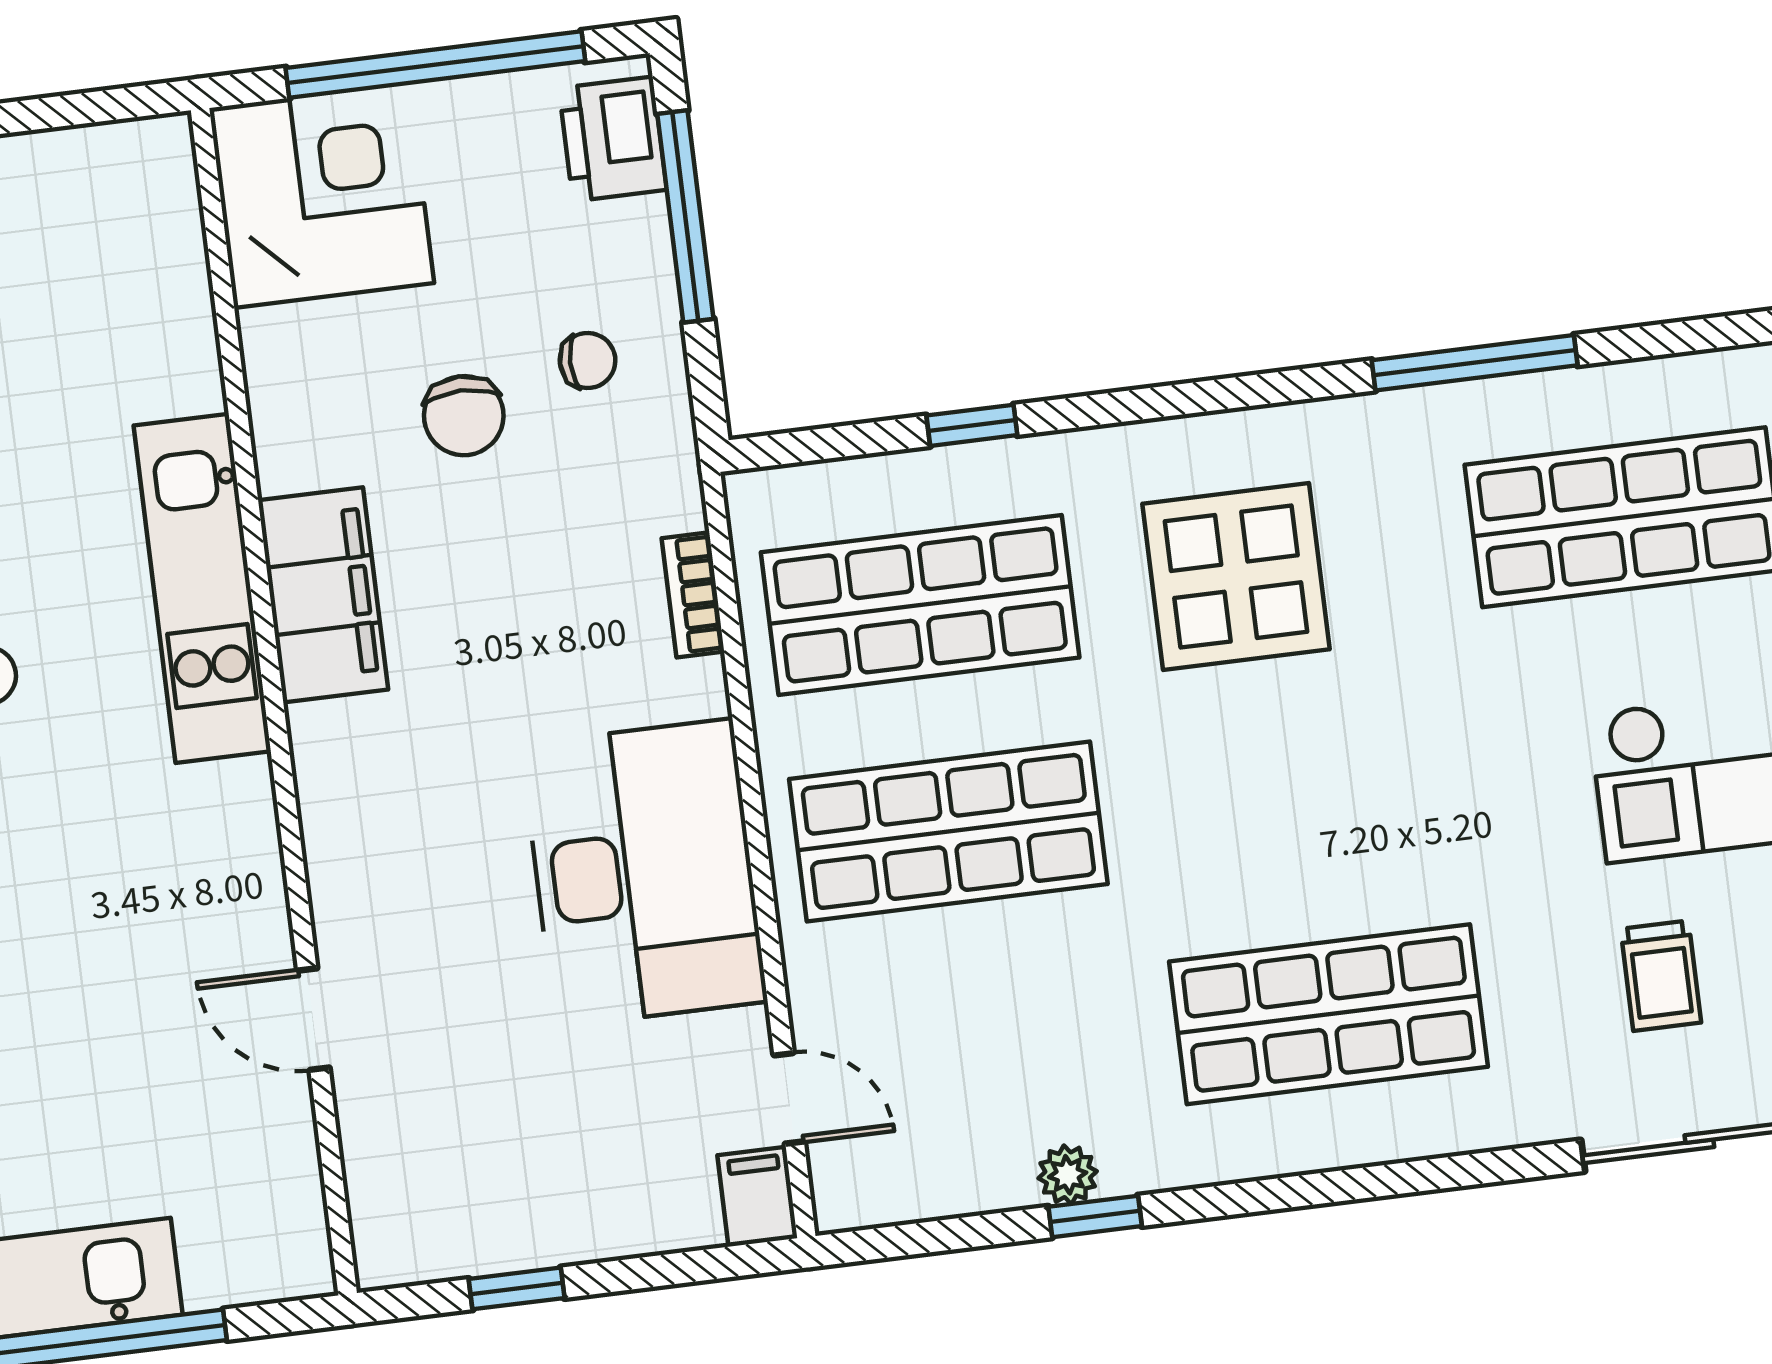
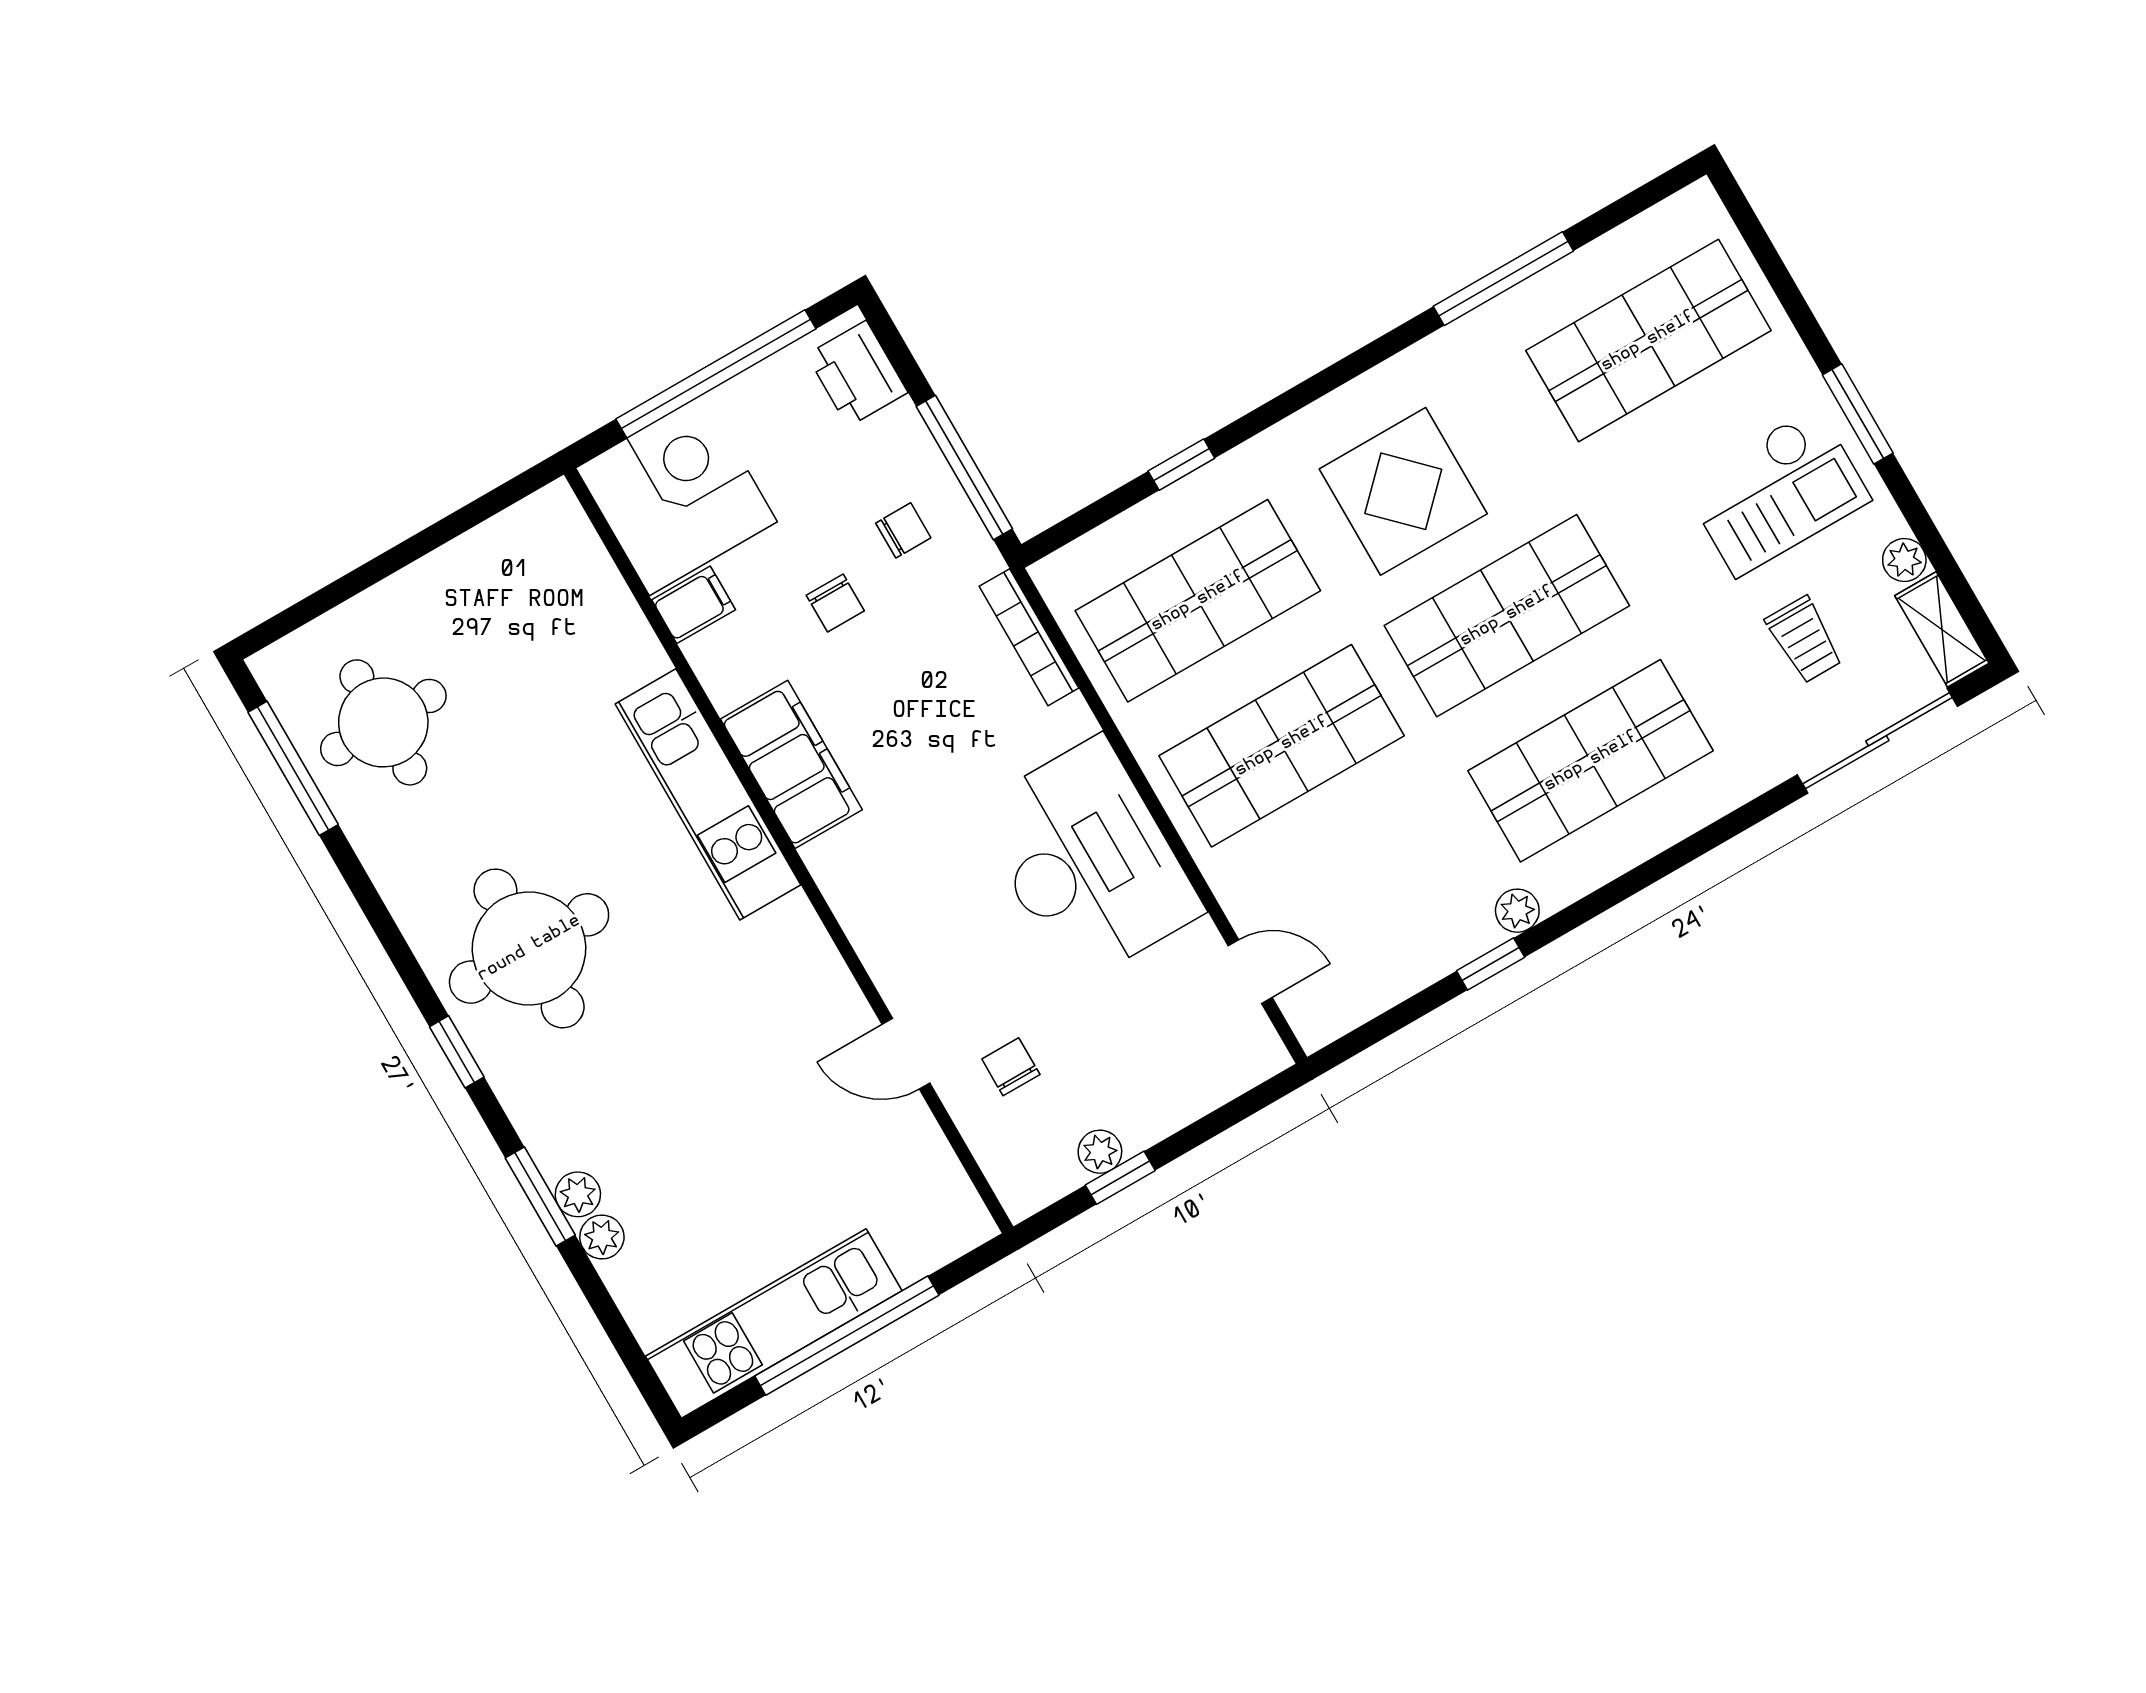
window: (685, 216) -> (964, 468), moved
chair: (464, 416) -> (835, 603), width x0.73, depth x0.73
bookcase: (693, 595) -> (1029, 637), width x1.56
shop shelf: (1300, 788) -> (1507, 616), added
chair: (438, 1091) -> (1011, 1067), added
plant: (1068, 1175) -> (1517, 911), moved
filing cabinet: (757, 1197) -> (694, 605), moved, turned 90
plant: (505, 1245) -> (1100, 1152), added

